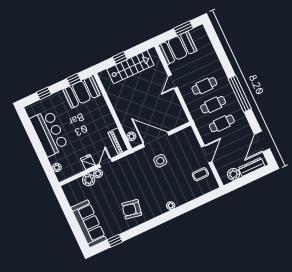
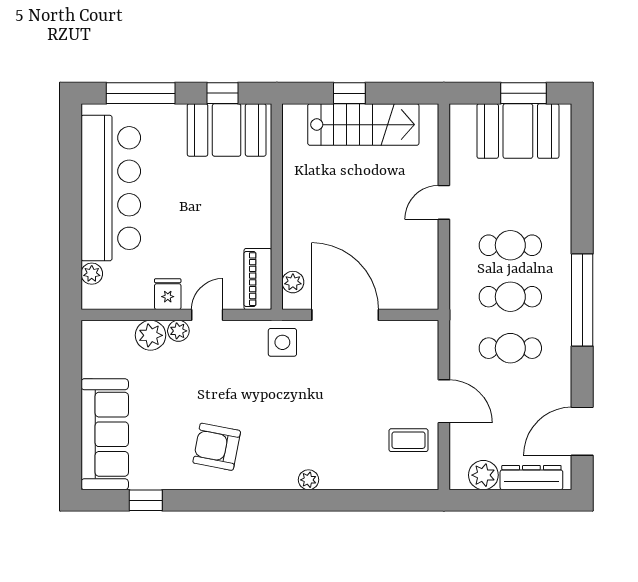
booth: (178, 48) -> (518, 131), moved
window: (44, 93) -> (141, 93), width x2.17
bar counter: (49, 133) -> (111, 188), width x1.36
door: (207, 154) -> (444, 401), hinge flipped
side table: (160, 161) -> (282, 342), moved

